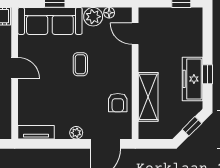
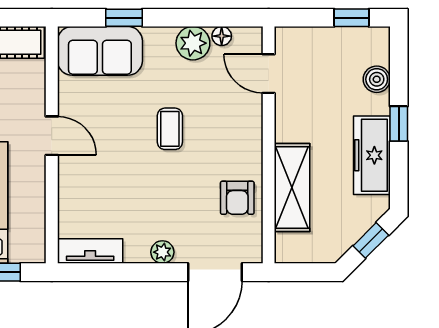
sofa: (50, 21) -> (100, 51), width x0.73
boiler: (195, 37) -> (377, 79), added
window: (207, 74) -> (399, 124), moved

